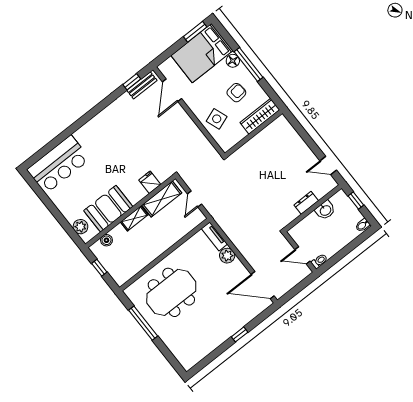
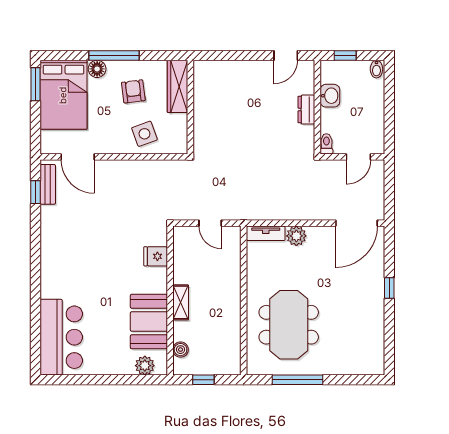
shelving: (162, 199) -> (183, 258), removed
toilet: (319, 261) -> (326, 144), moved

